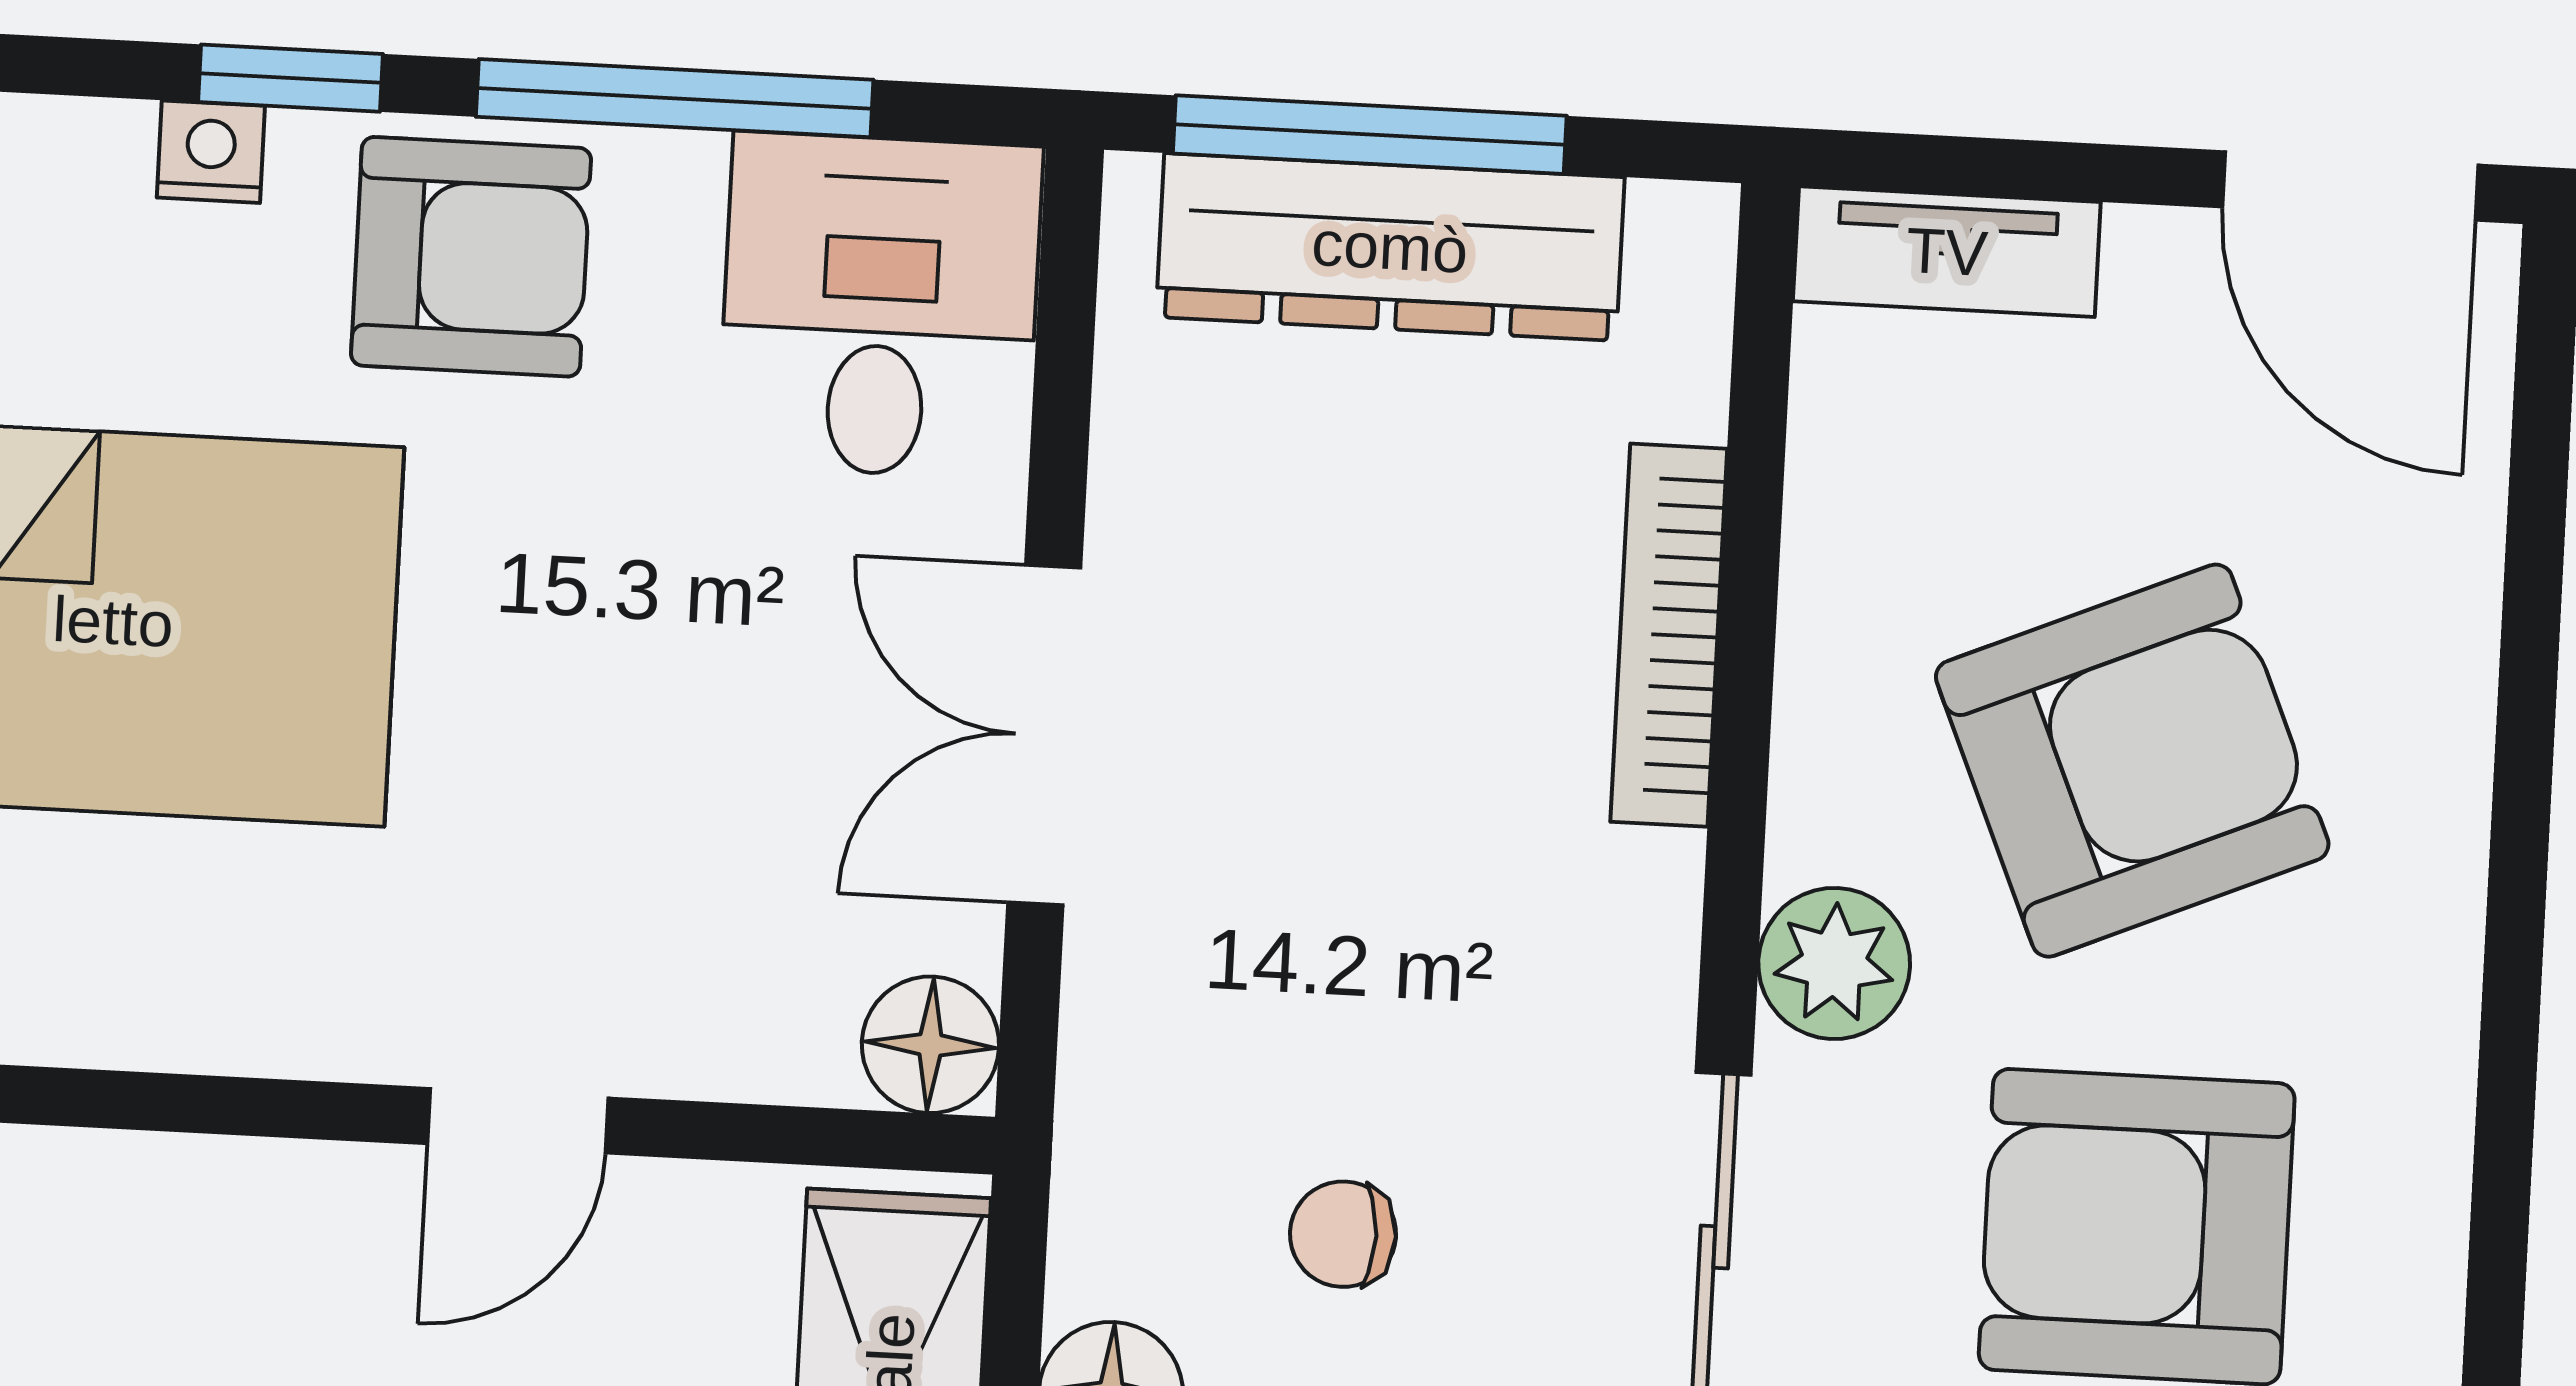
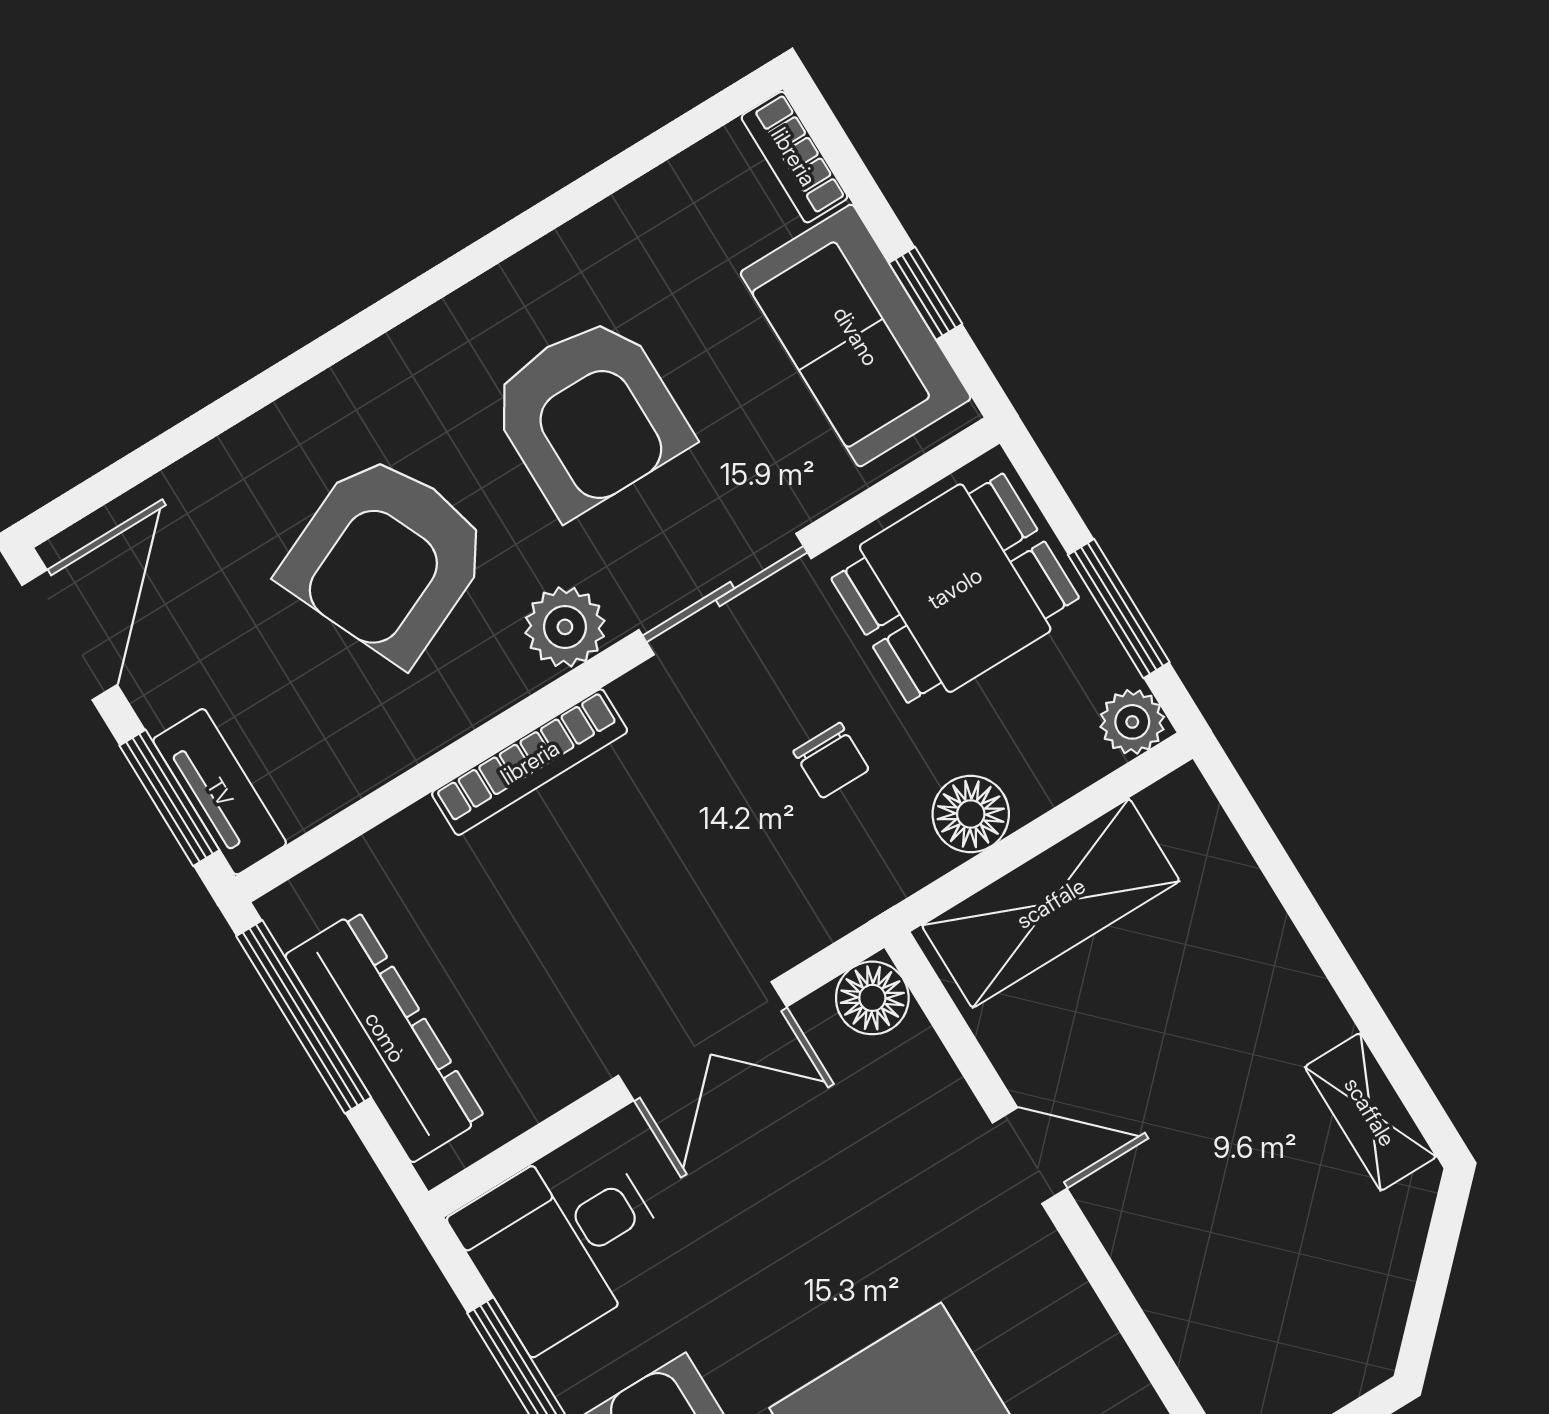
window: (1370, 135) -> (304, 1017), moved
window: (1991, 167) -> (169, 798), added
bookcase: (1669, 635) -> (530, 762), moved
armchair: (2132, 761) -> (387, 558), turned -91

